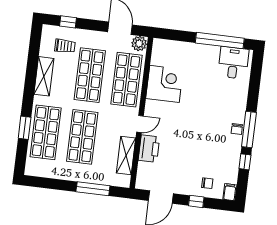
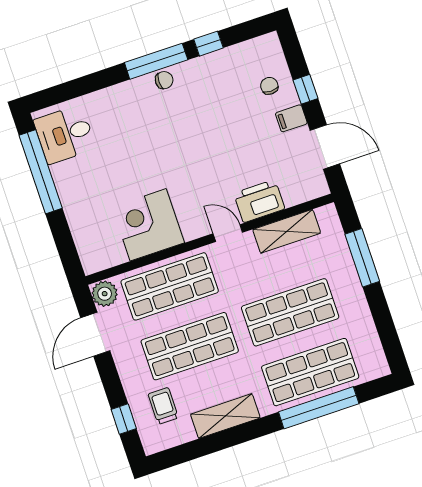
window: (25, 128) -> (319, 408), width x2.11
filing cabinet: (230, 192) -> (291, 118), moved

